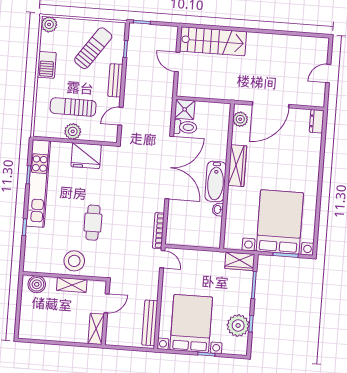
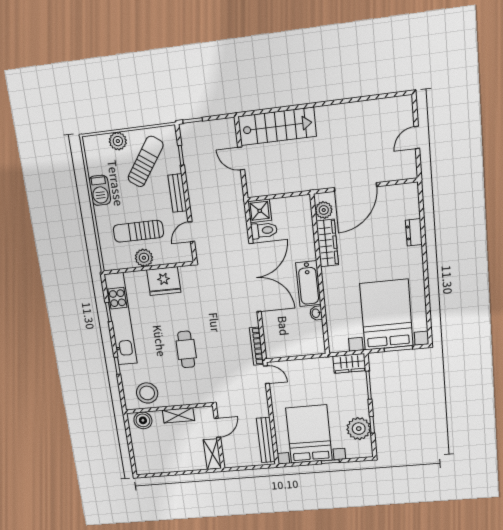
plant: (49, 24) -> (118, 141), moved
dresser: (317, 121) -> (414, 232), moved
wardrobe: (237, 166) -> (327, 243), moved
stool: (74, 261) -> (147, 393), moved

